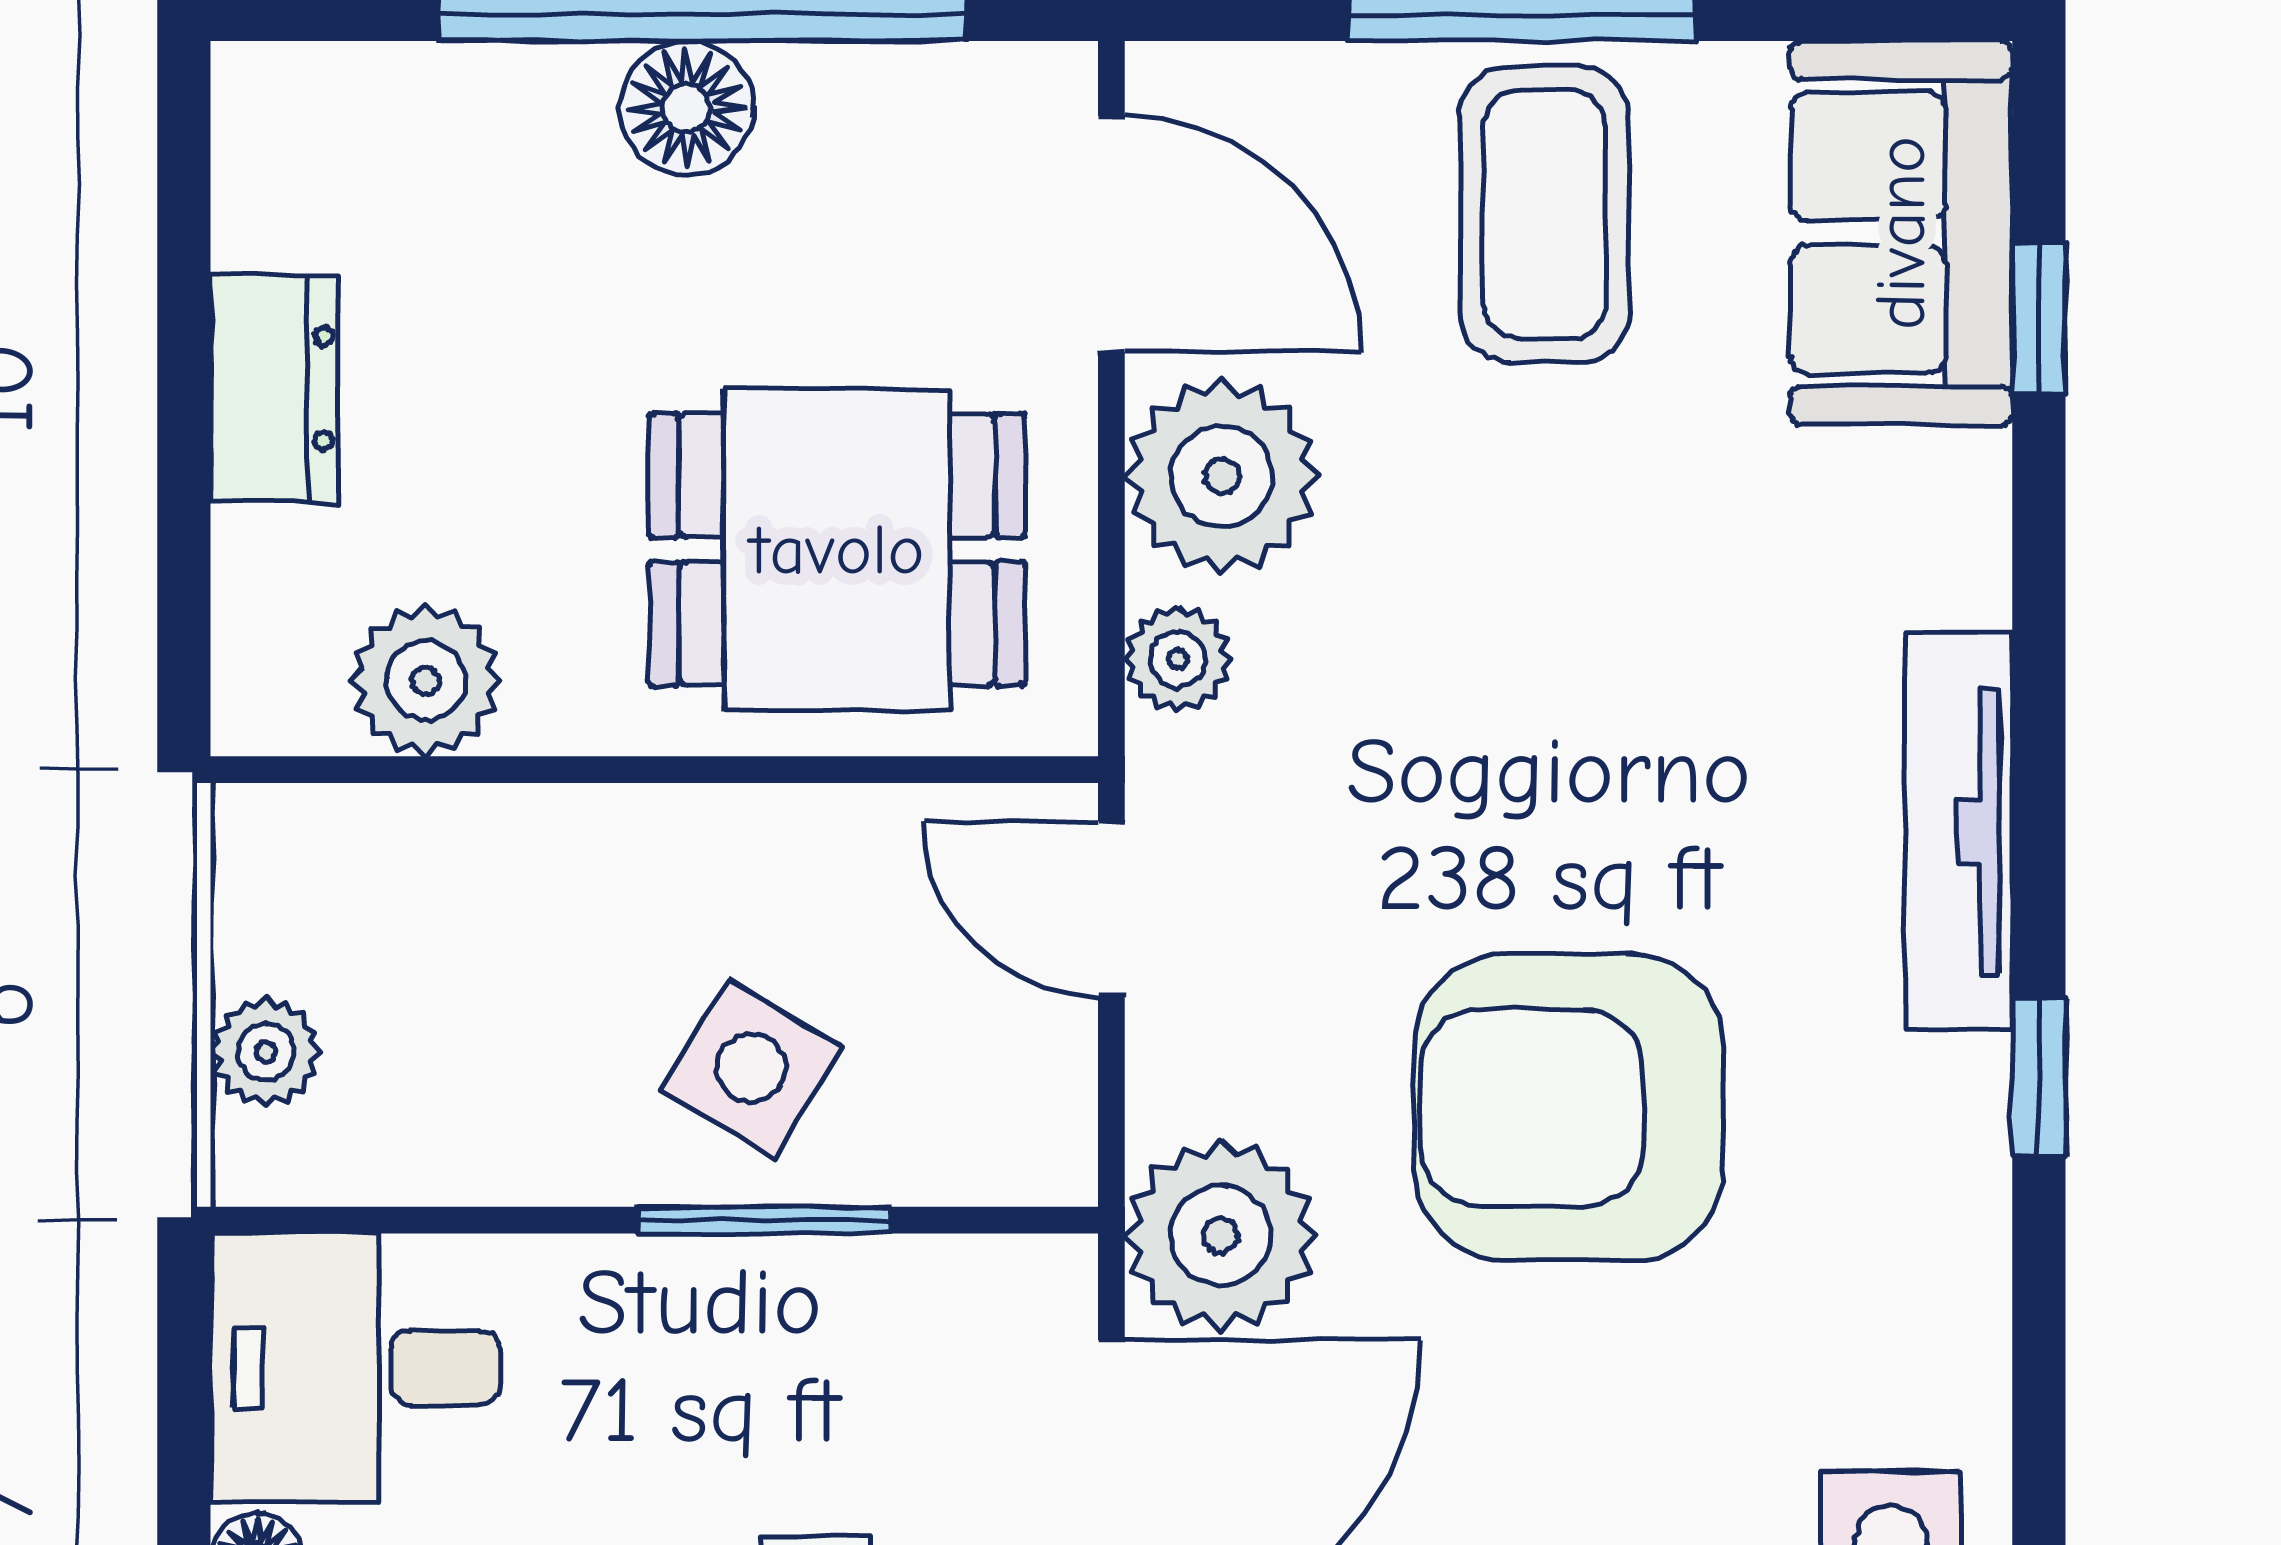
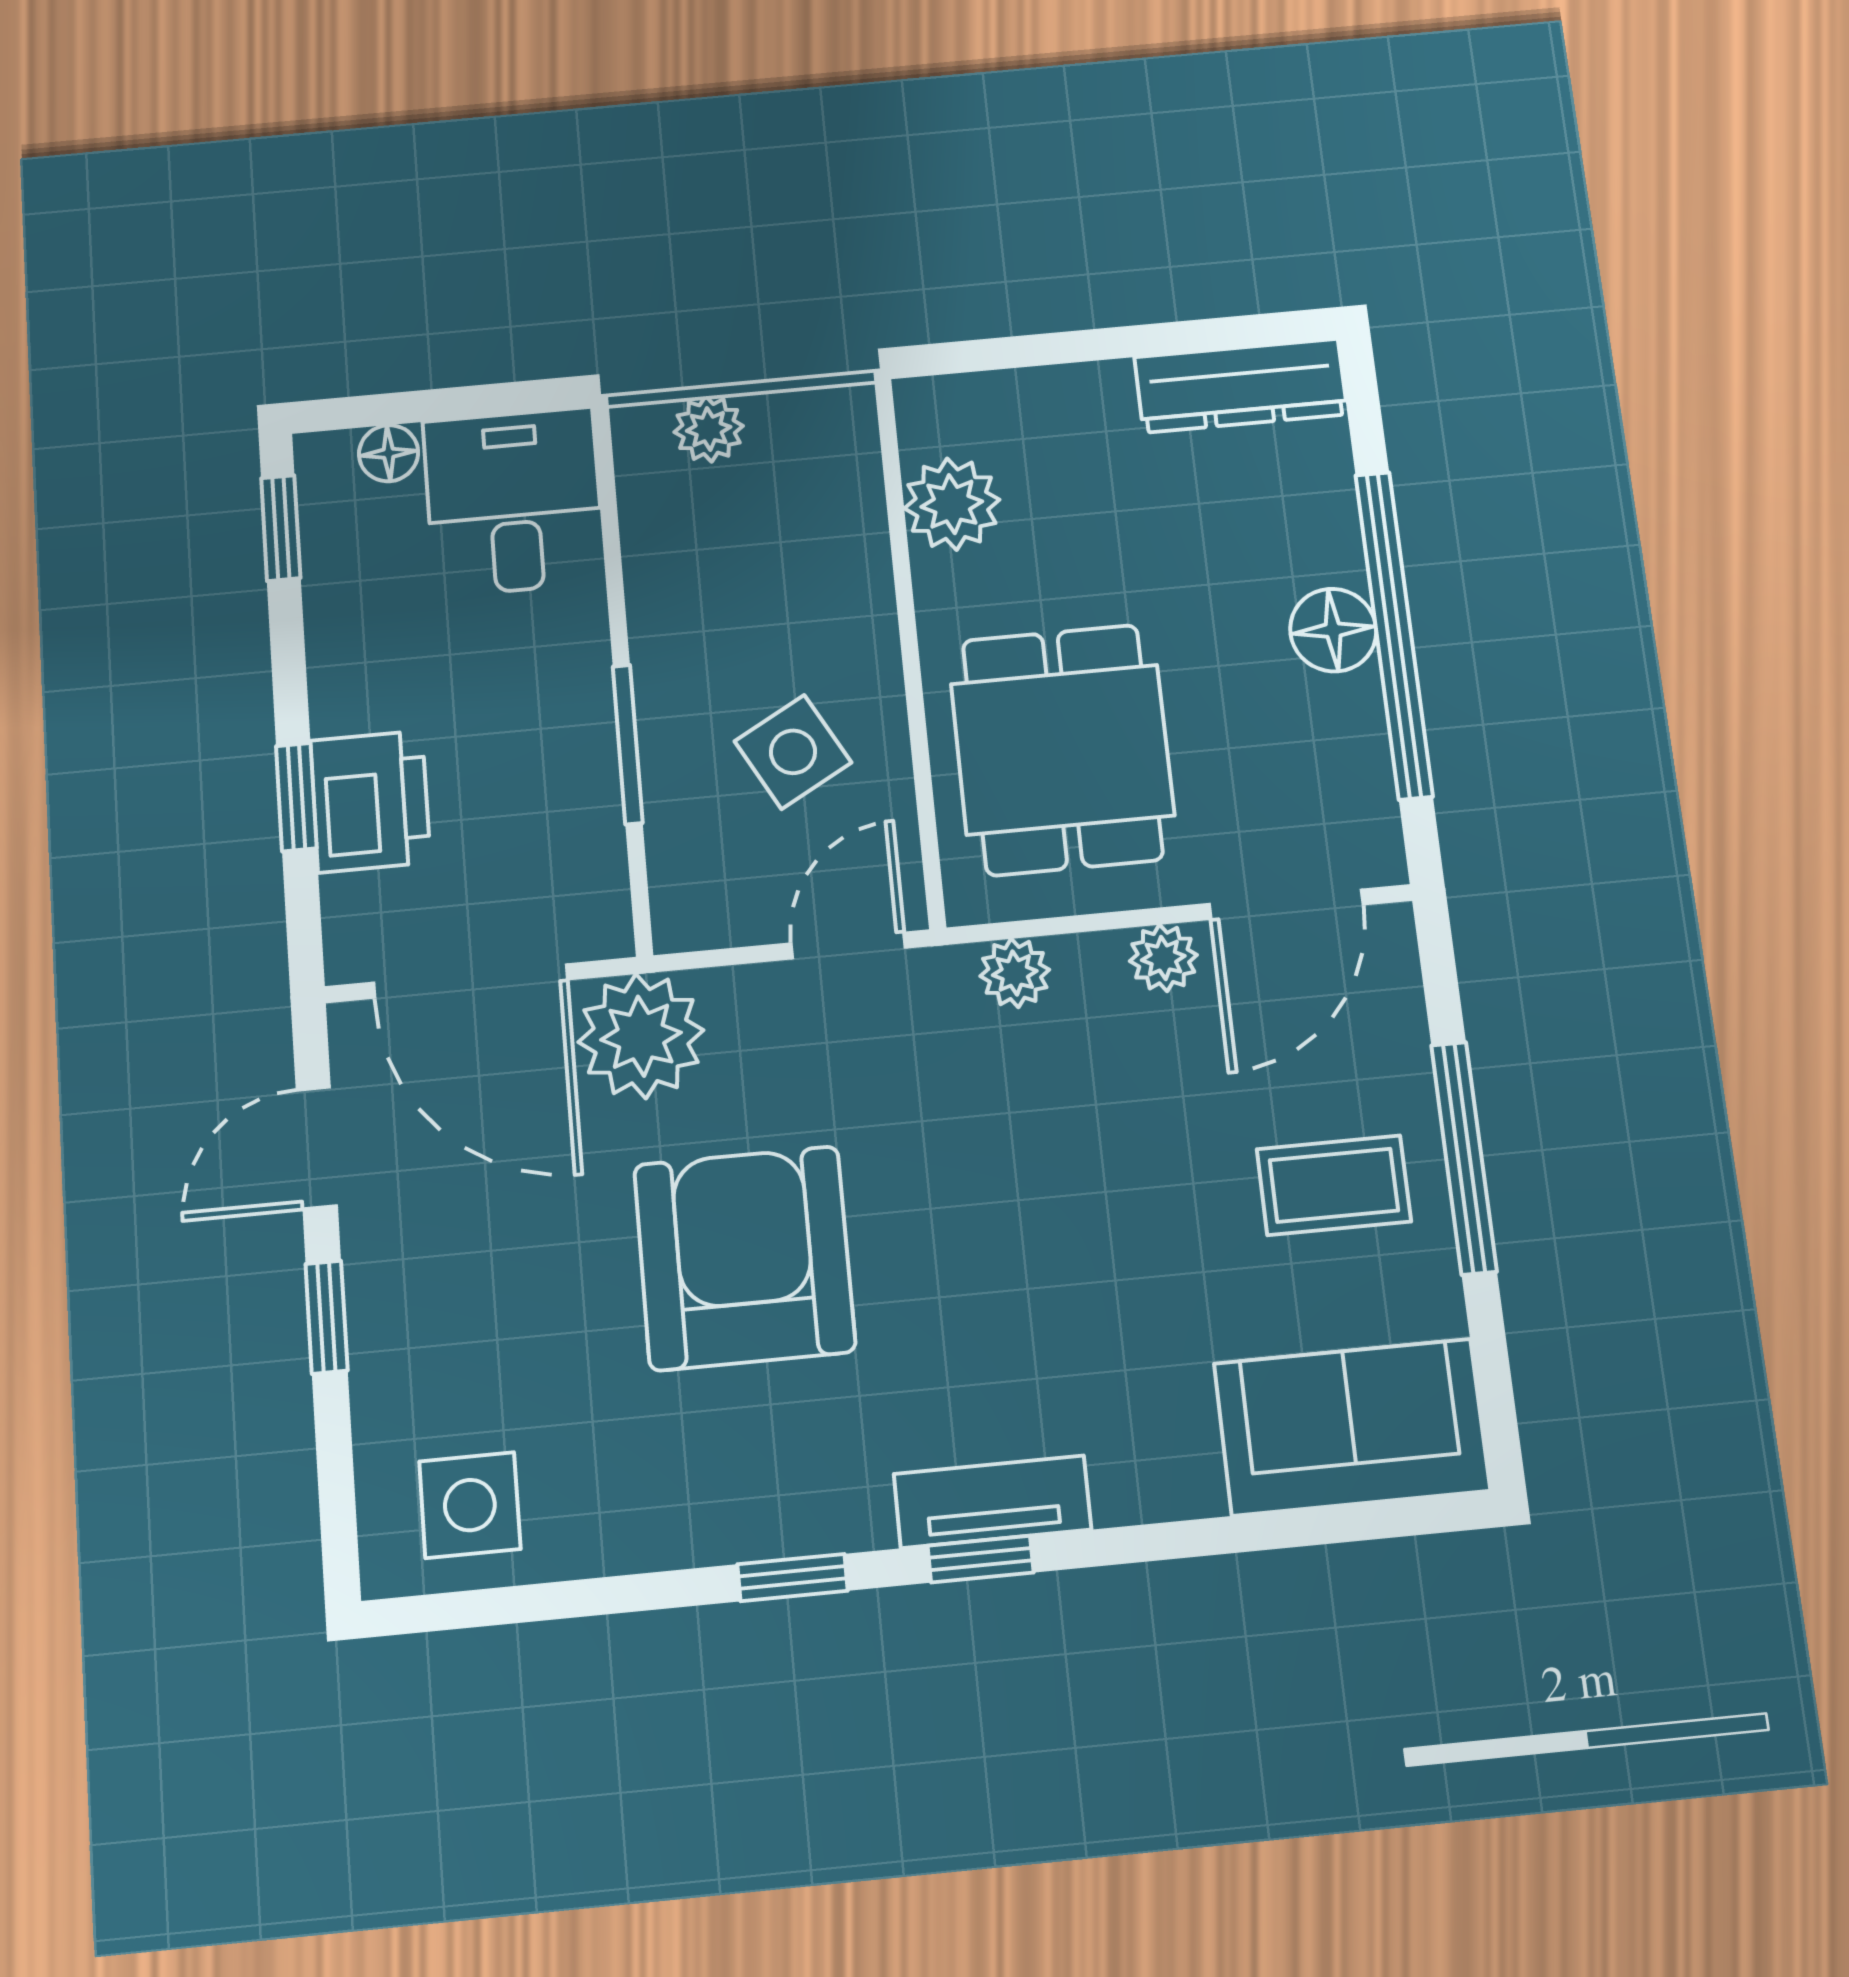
coffee table: (1545, 215) -> (1334, 1185), width x0.73, depth x0.77
window: (2039, 319) -> (981, 1559), moved
dresser: (274, 388) -> (1241, 386), moved, width x1.44
plant: (1222, 476) -> (1163, 958), width x0.53, depth x0.53
tv unit: (1958, 831) -> (993, 1502), width x0.71
side table: (751, 1068) -> (793, 752), moved, turned 30

